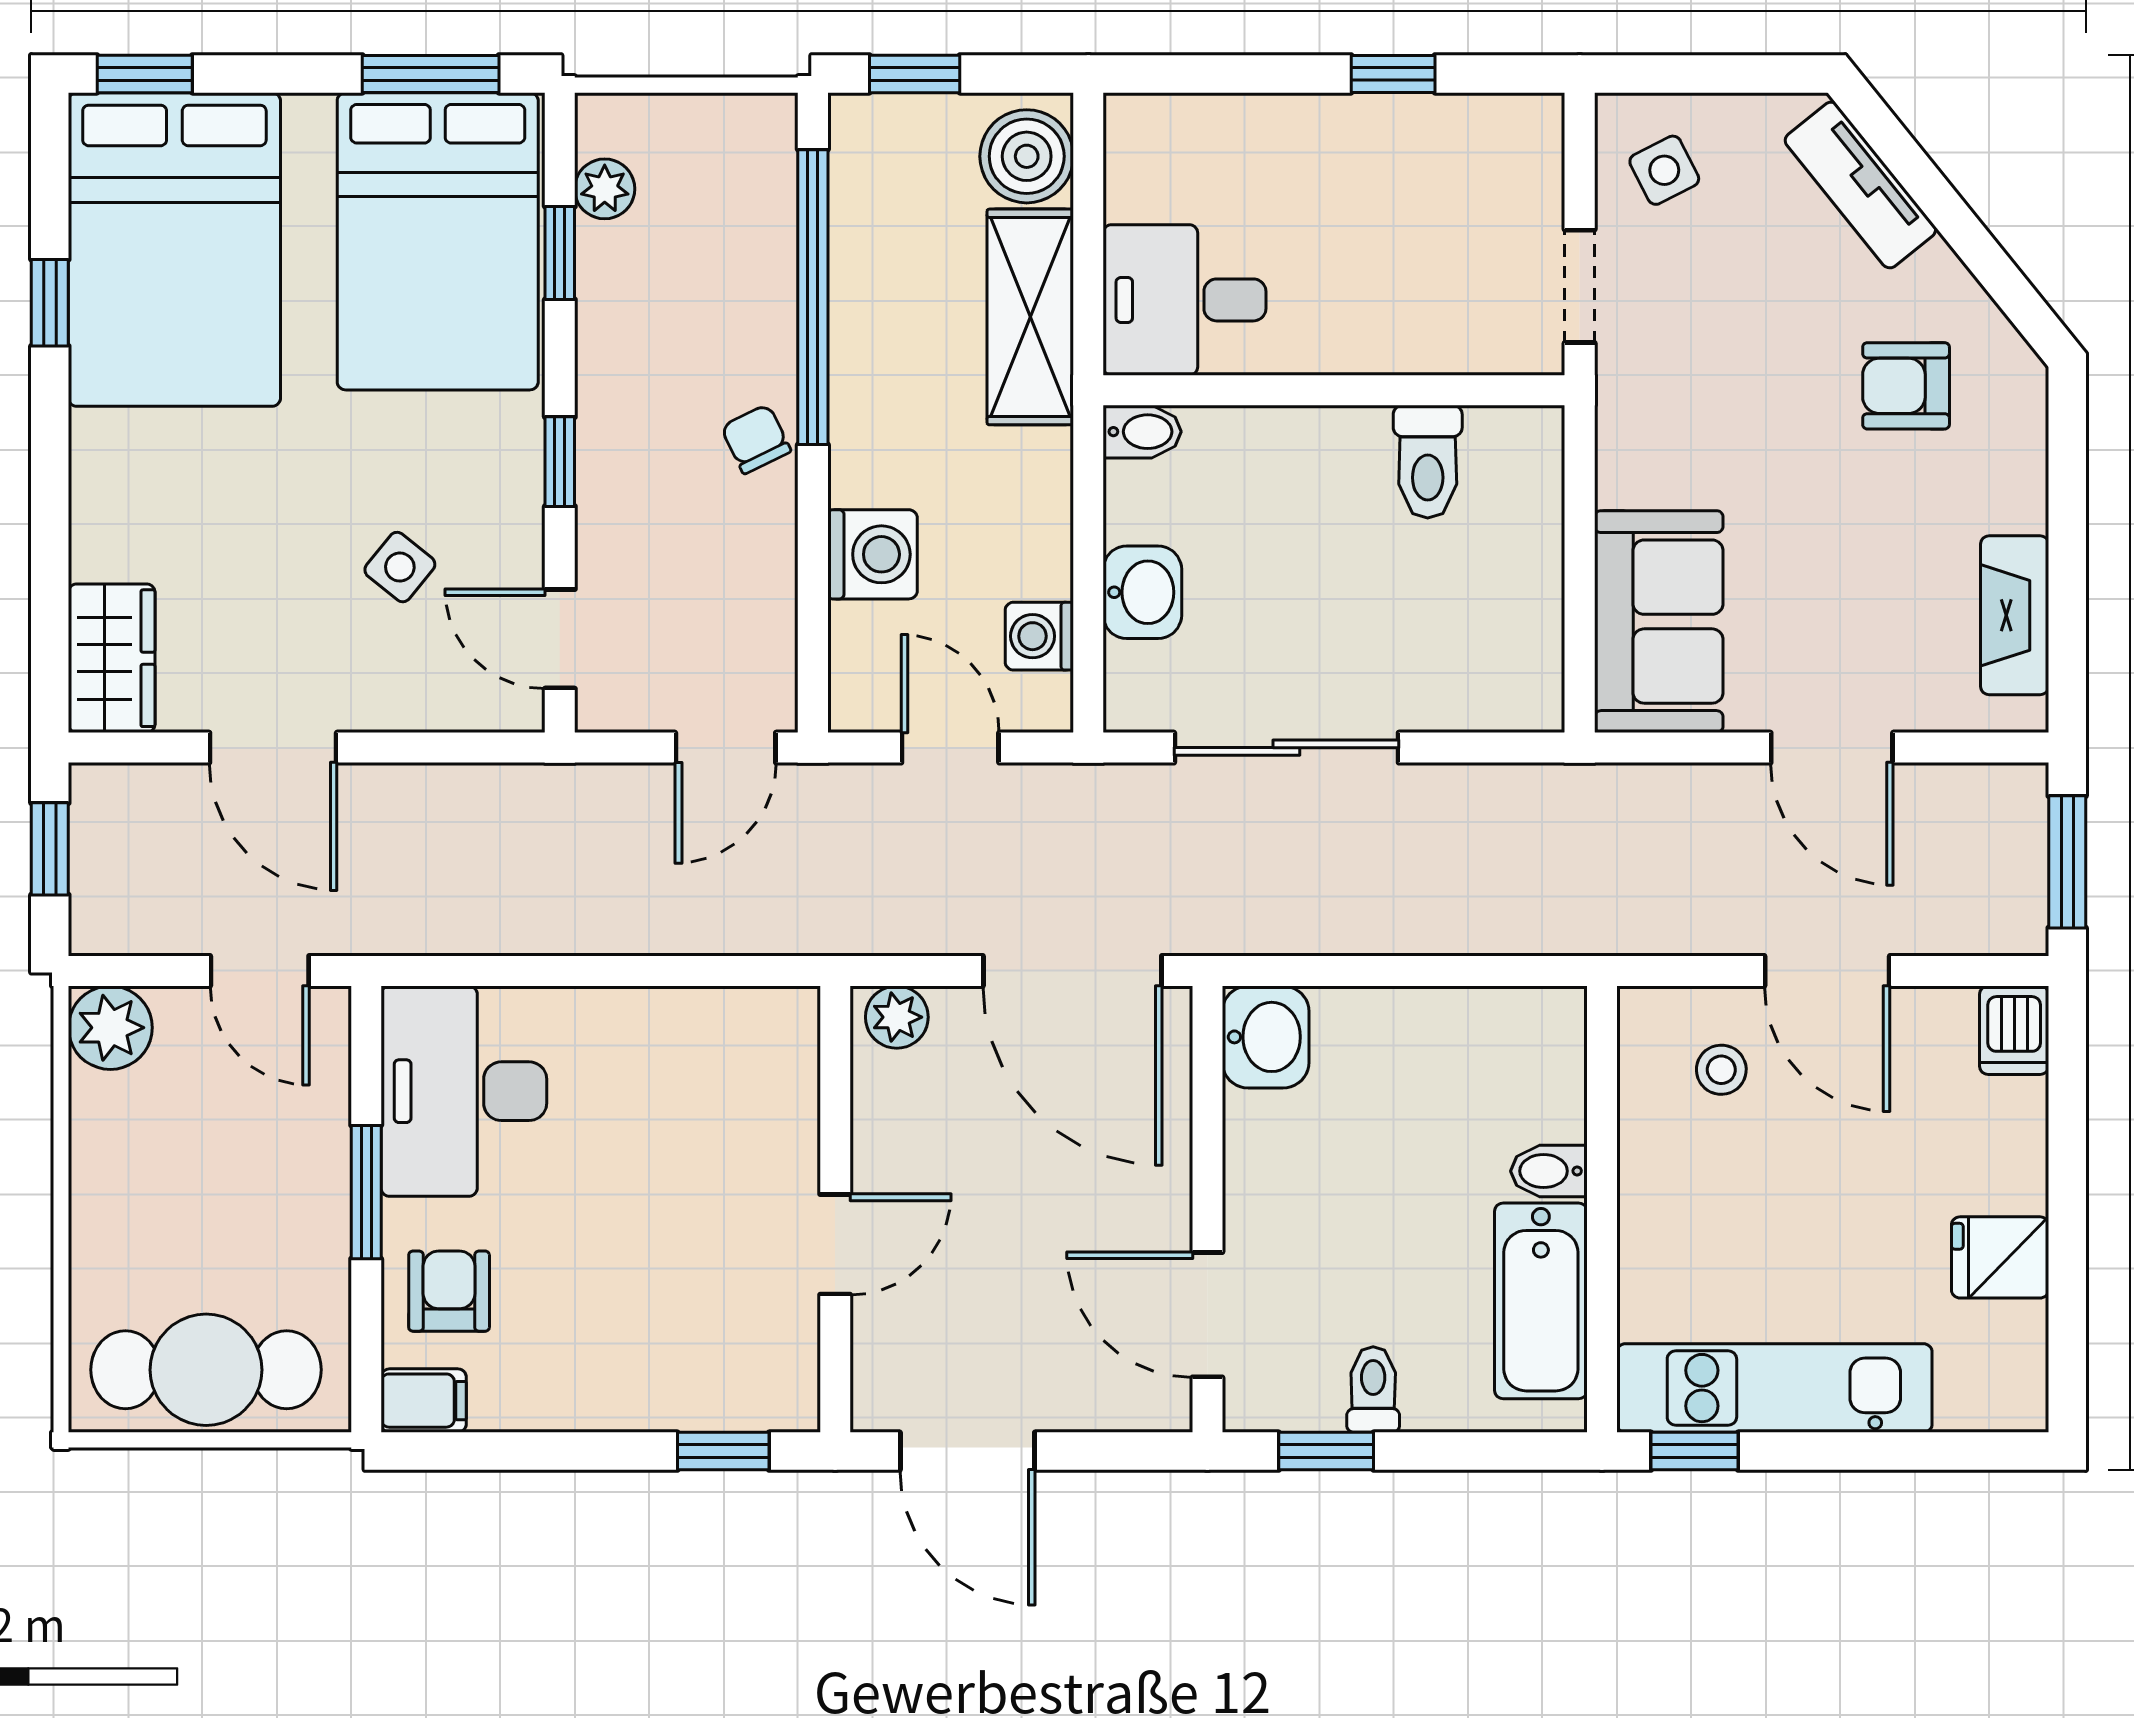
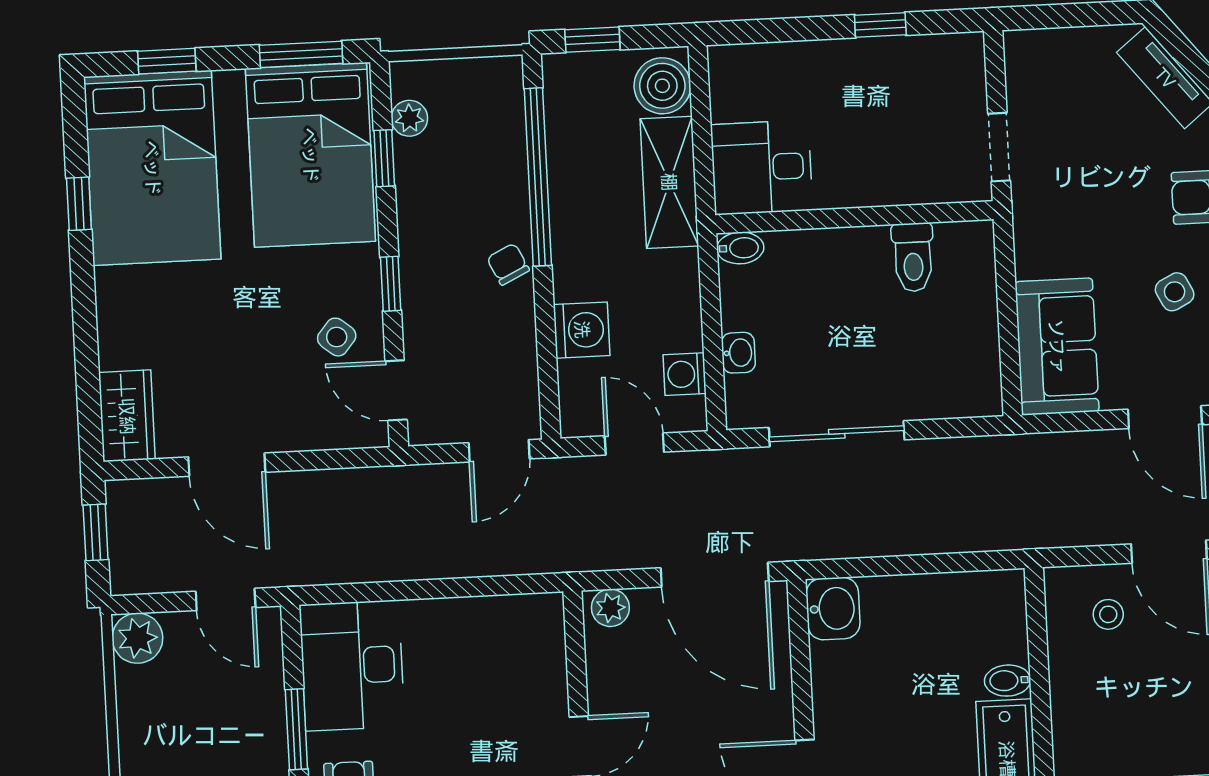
window: (145, 74) -> (167, 61), moved
side table: (1664, 170) -> (1175, 292), moved
side table: (400, 567) -> (337, 337), moved
washbasin: (1142, 592) -> (738, 353), width x0.72, depth x0.69

